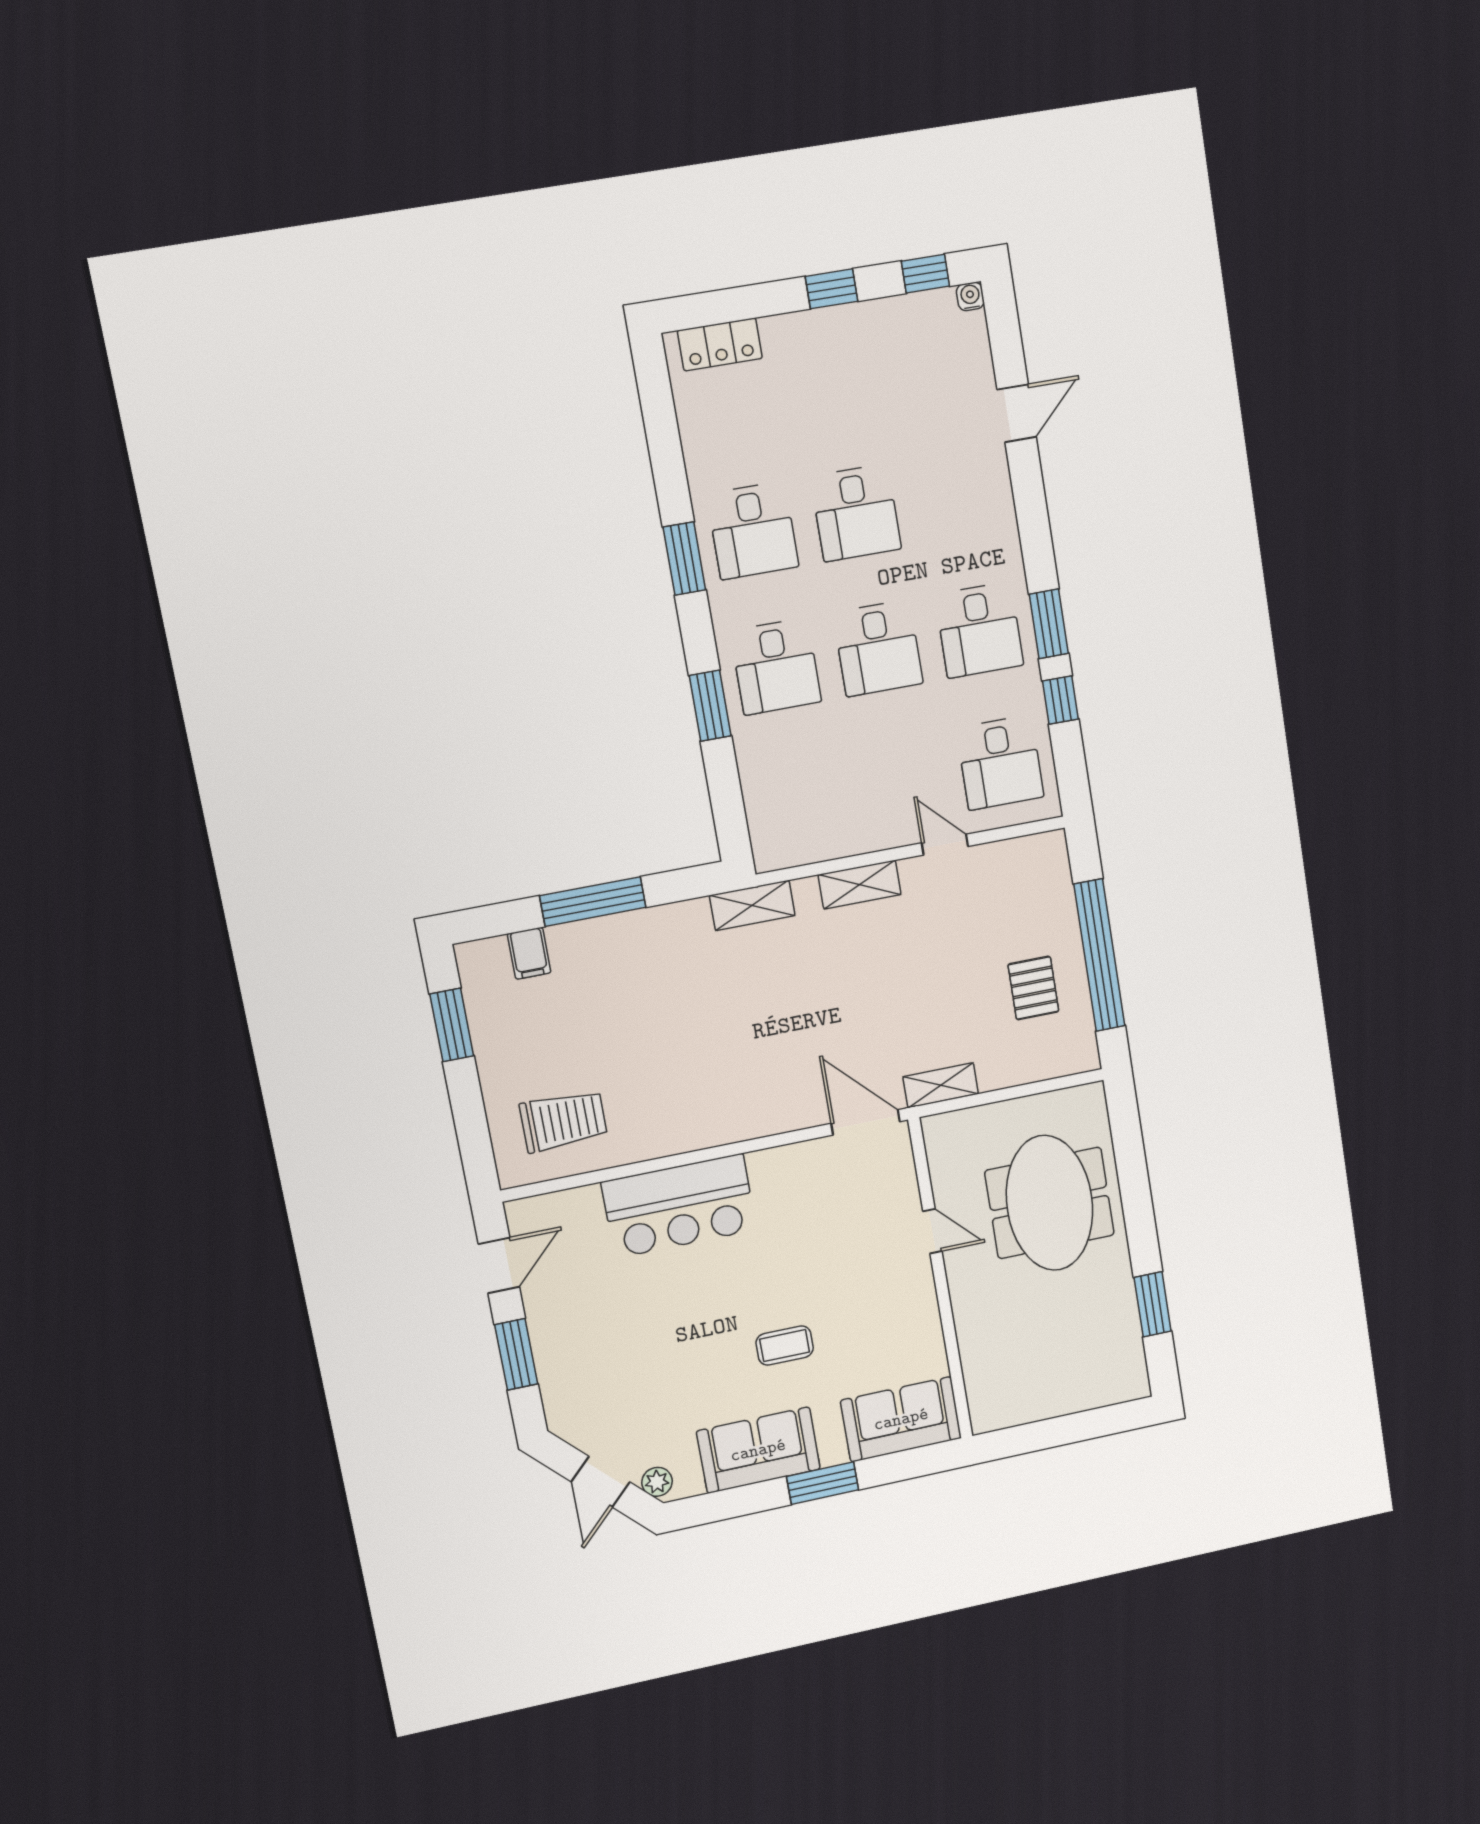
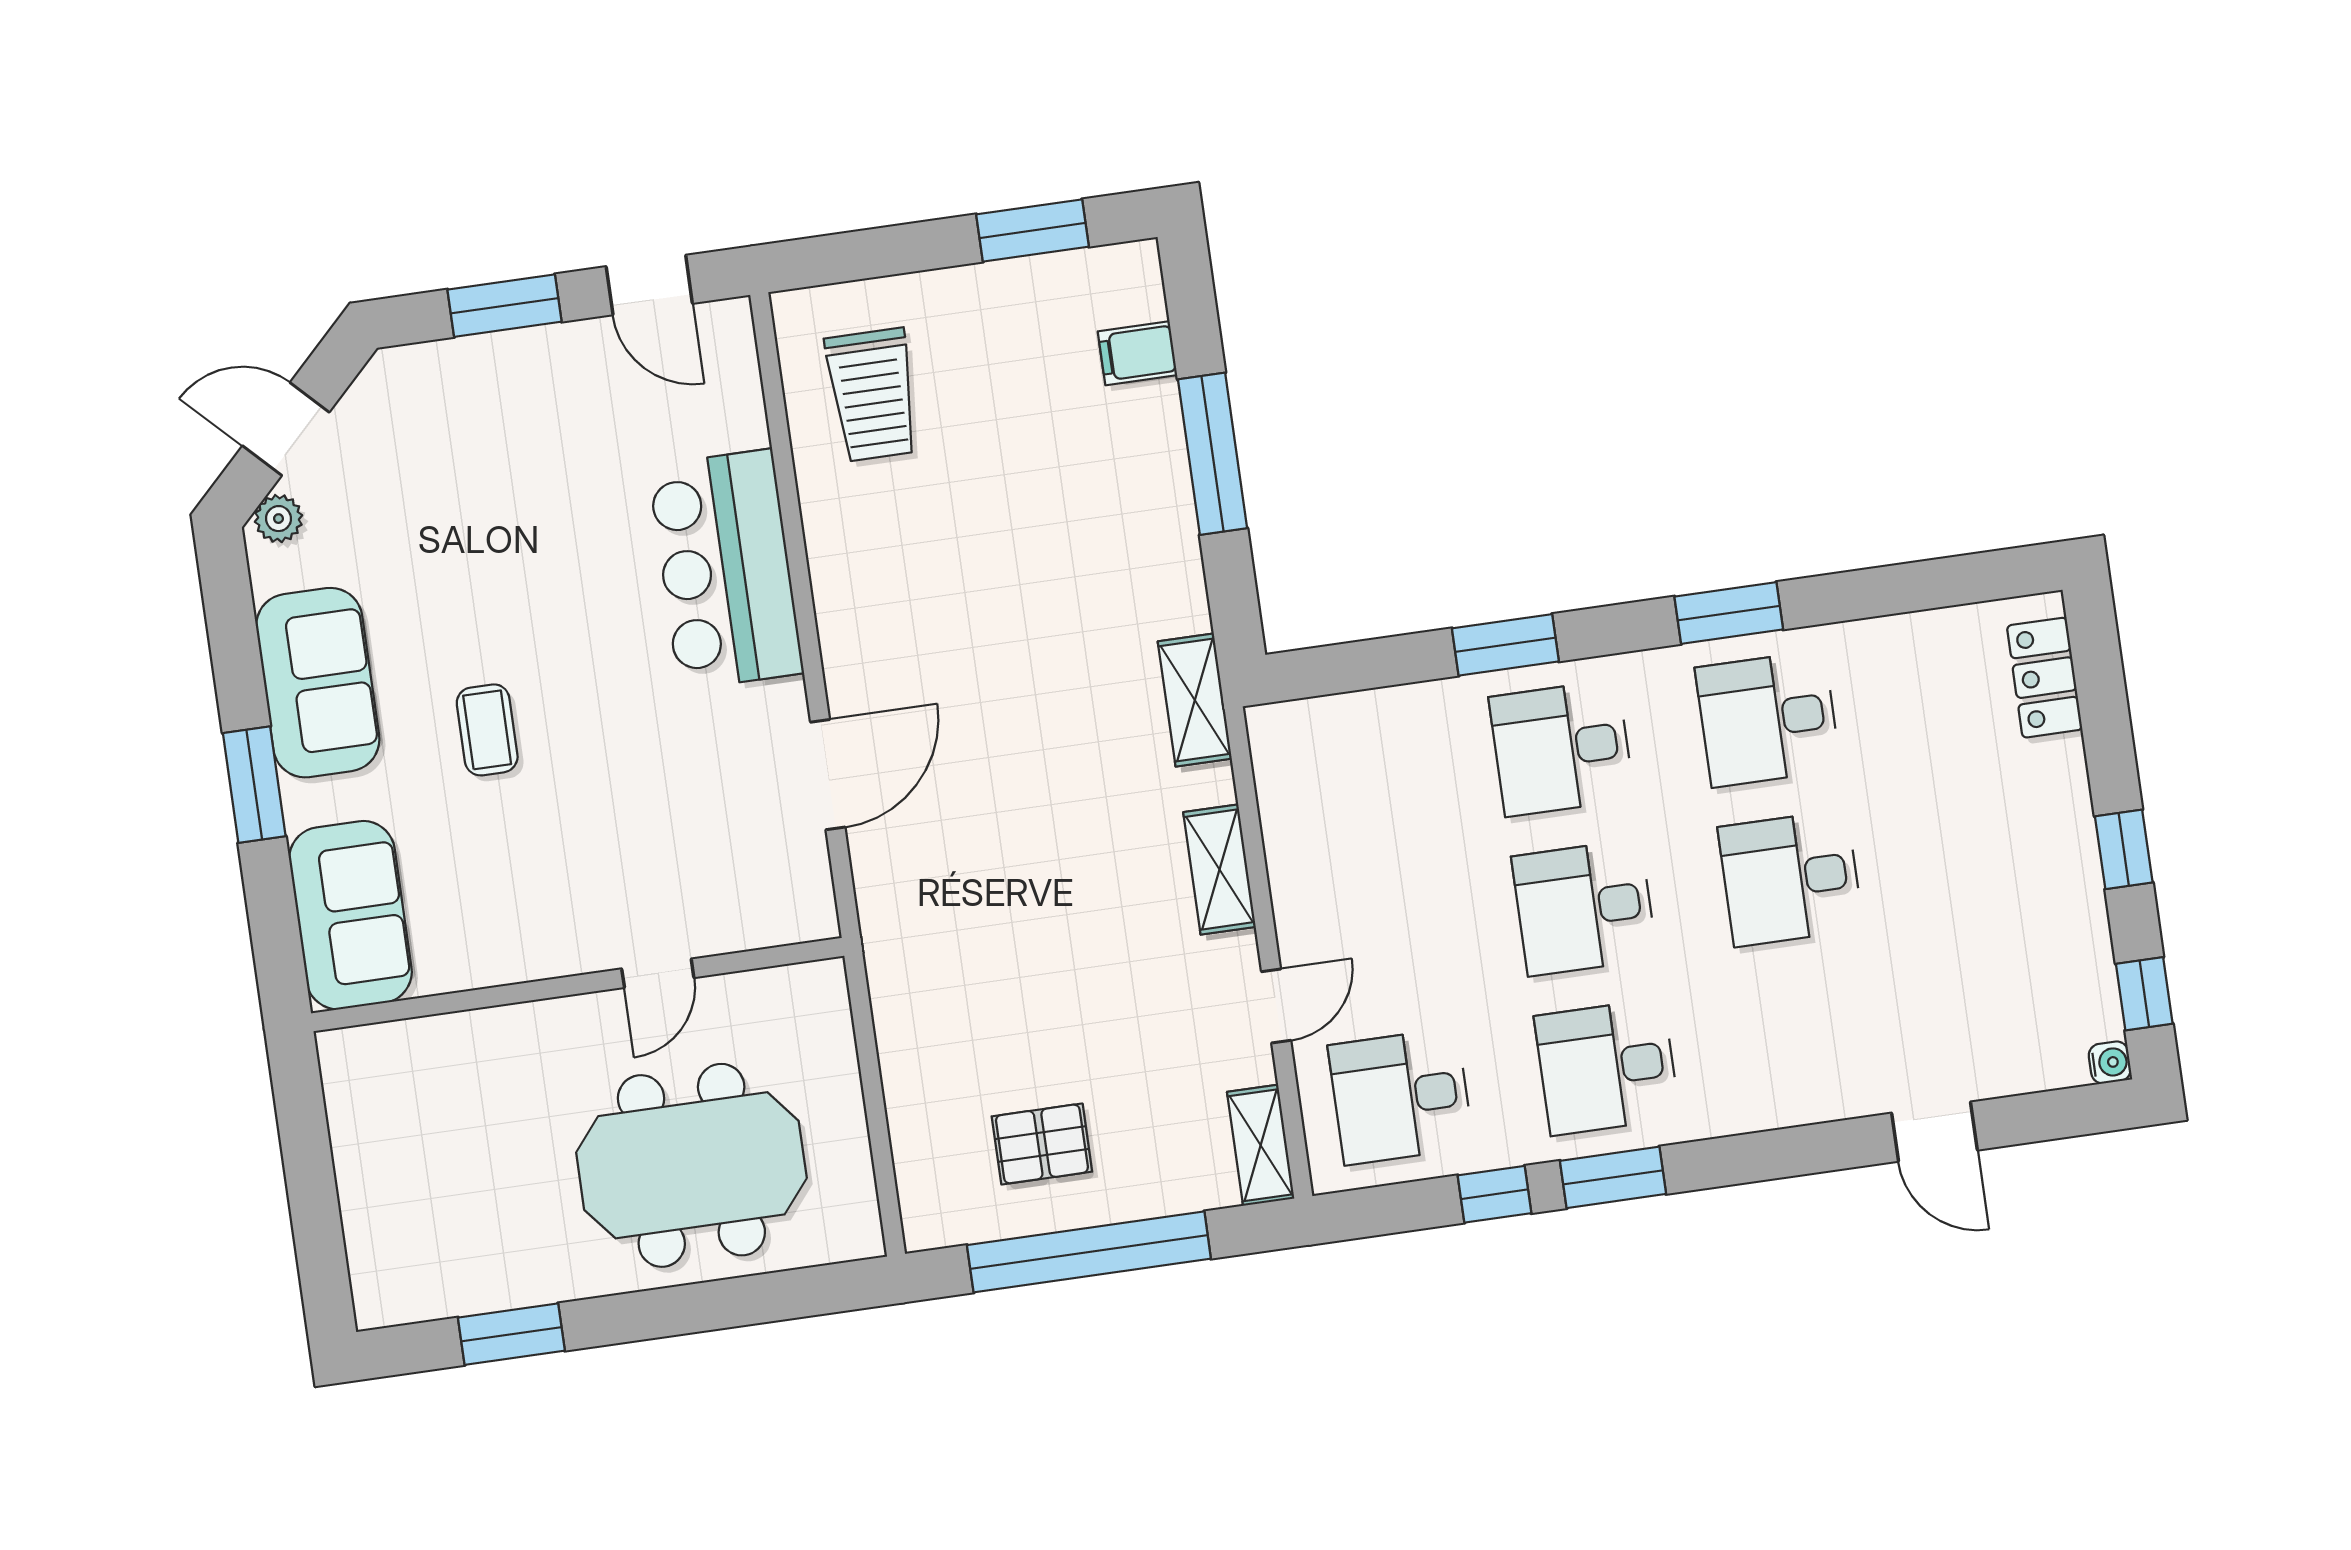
shelving: (941, 1085) -> (1261, 1145), moved
door: (866, 1122) -> (828, 775), moved

